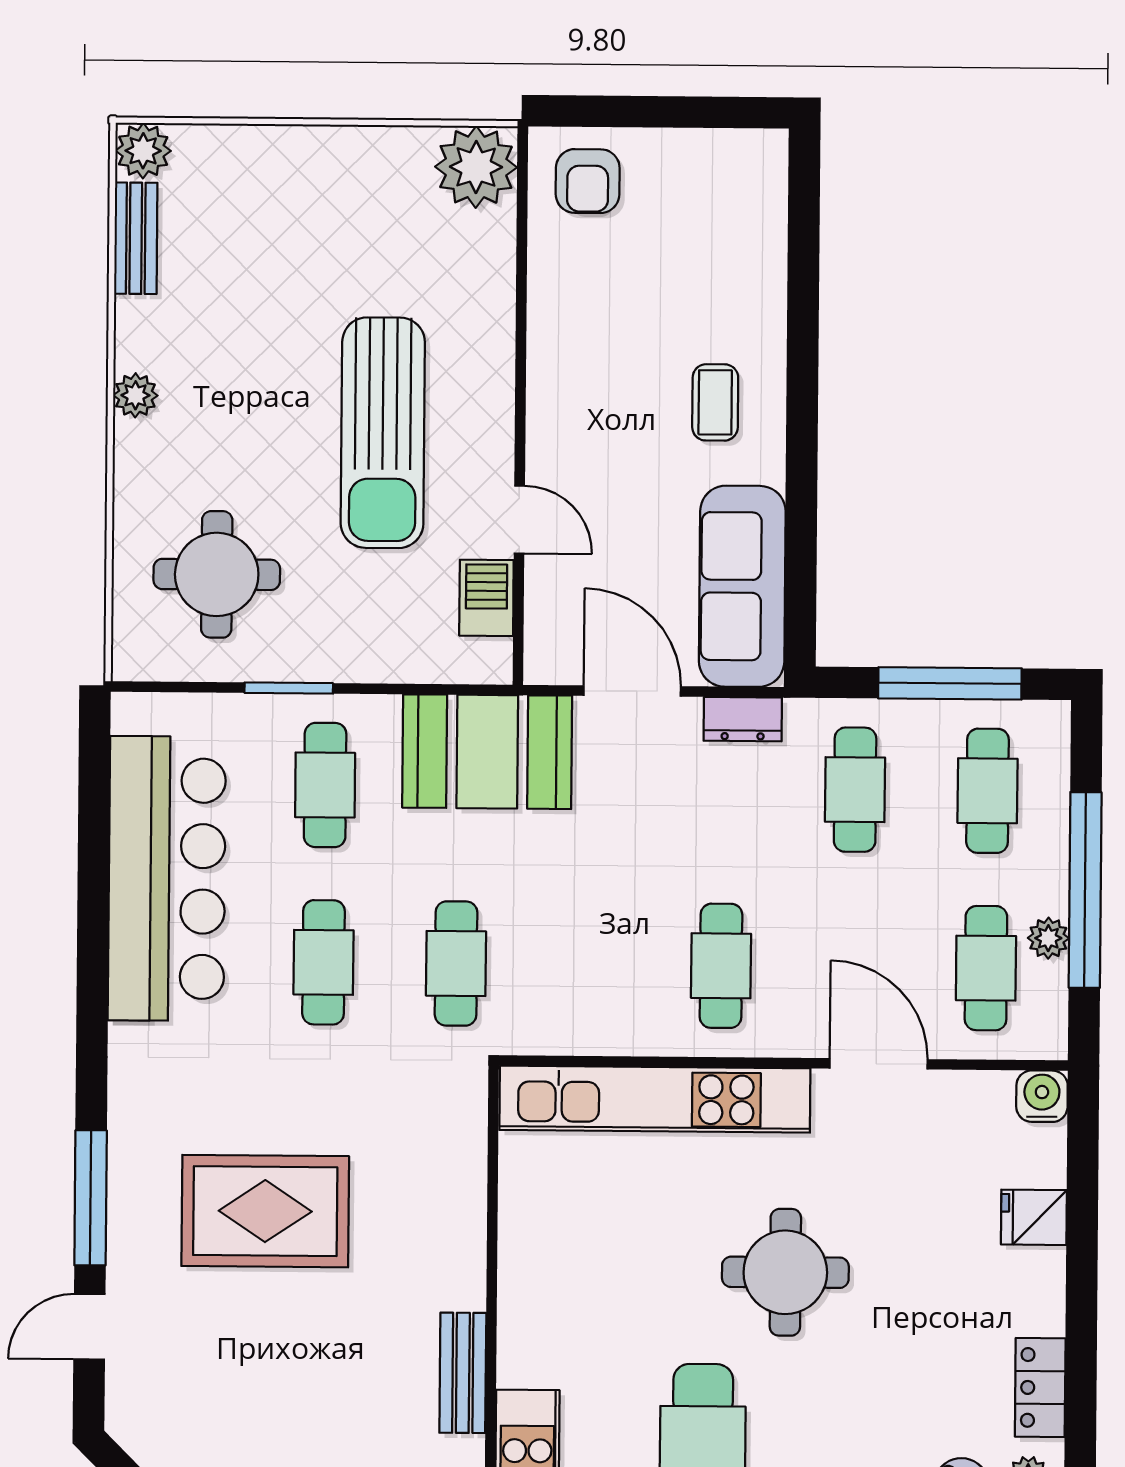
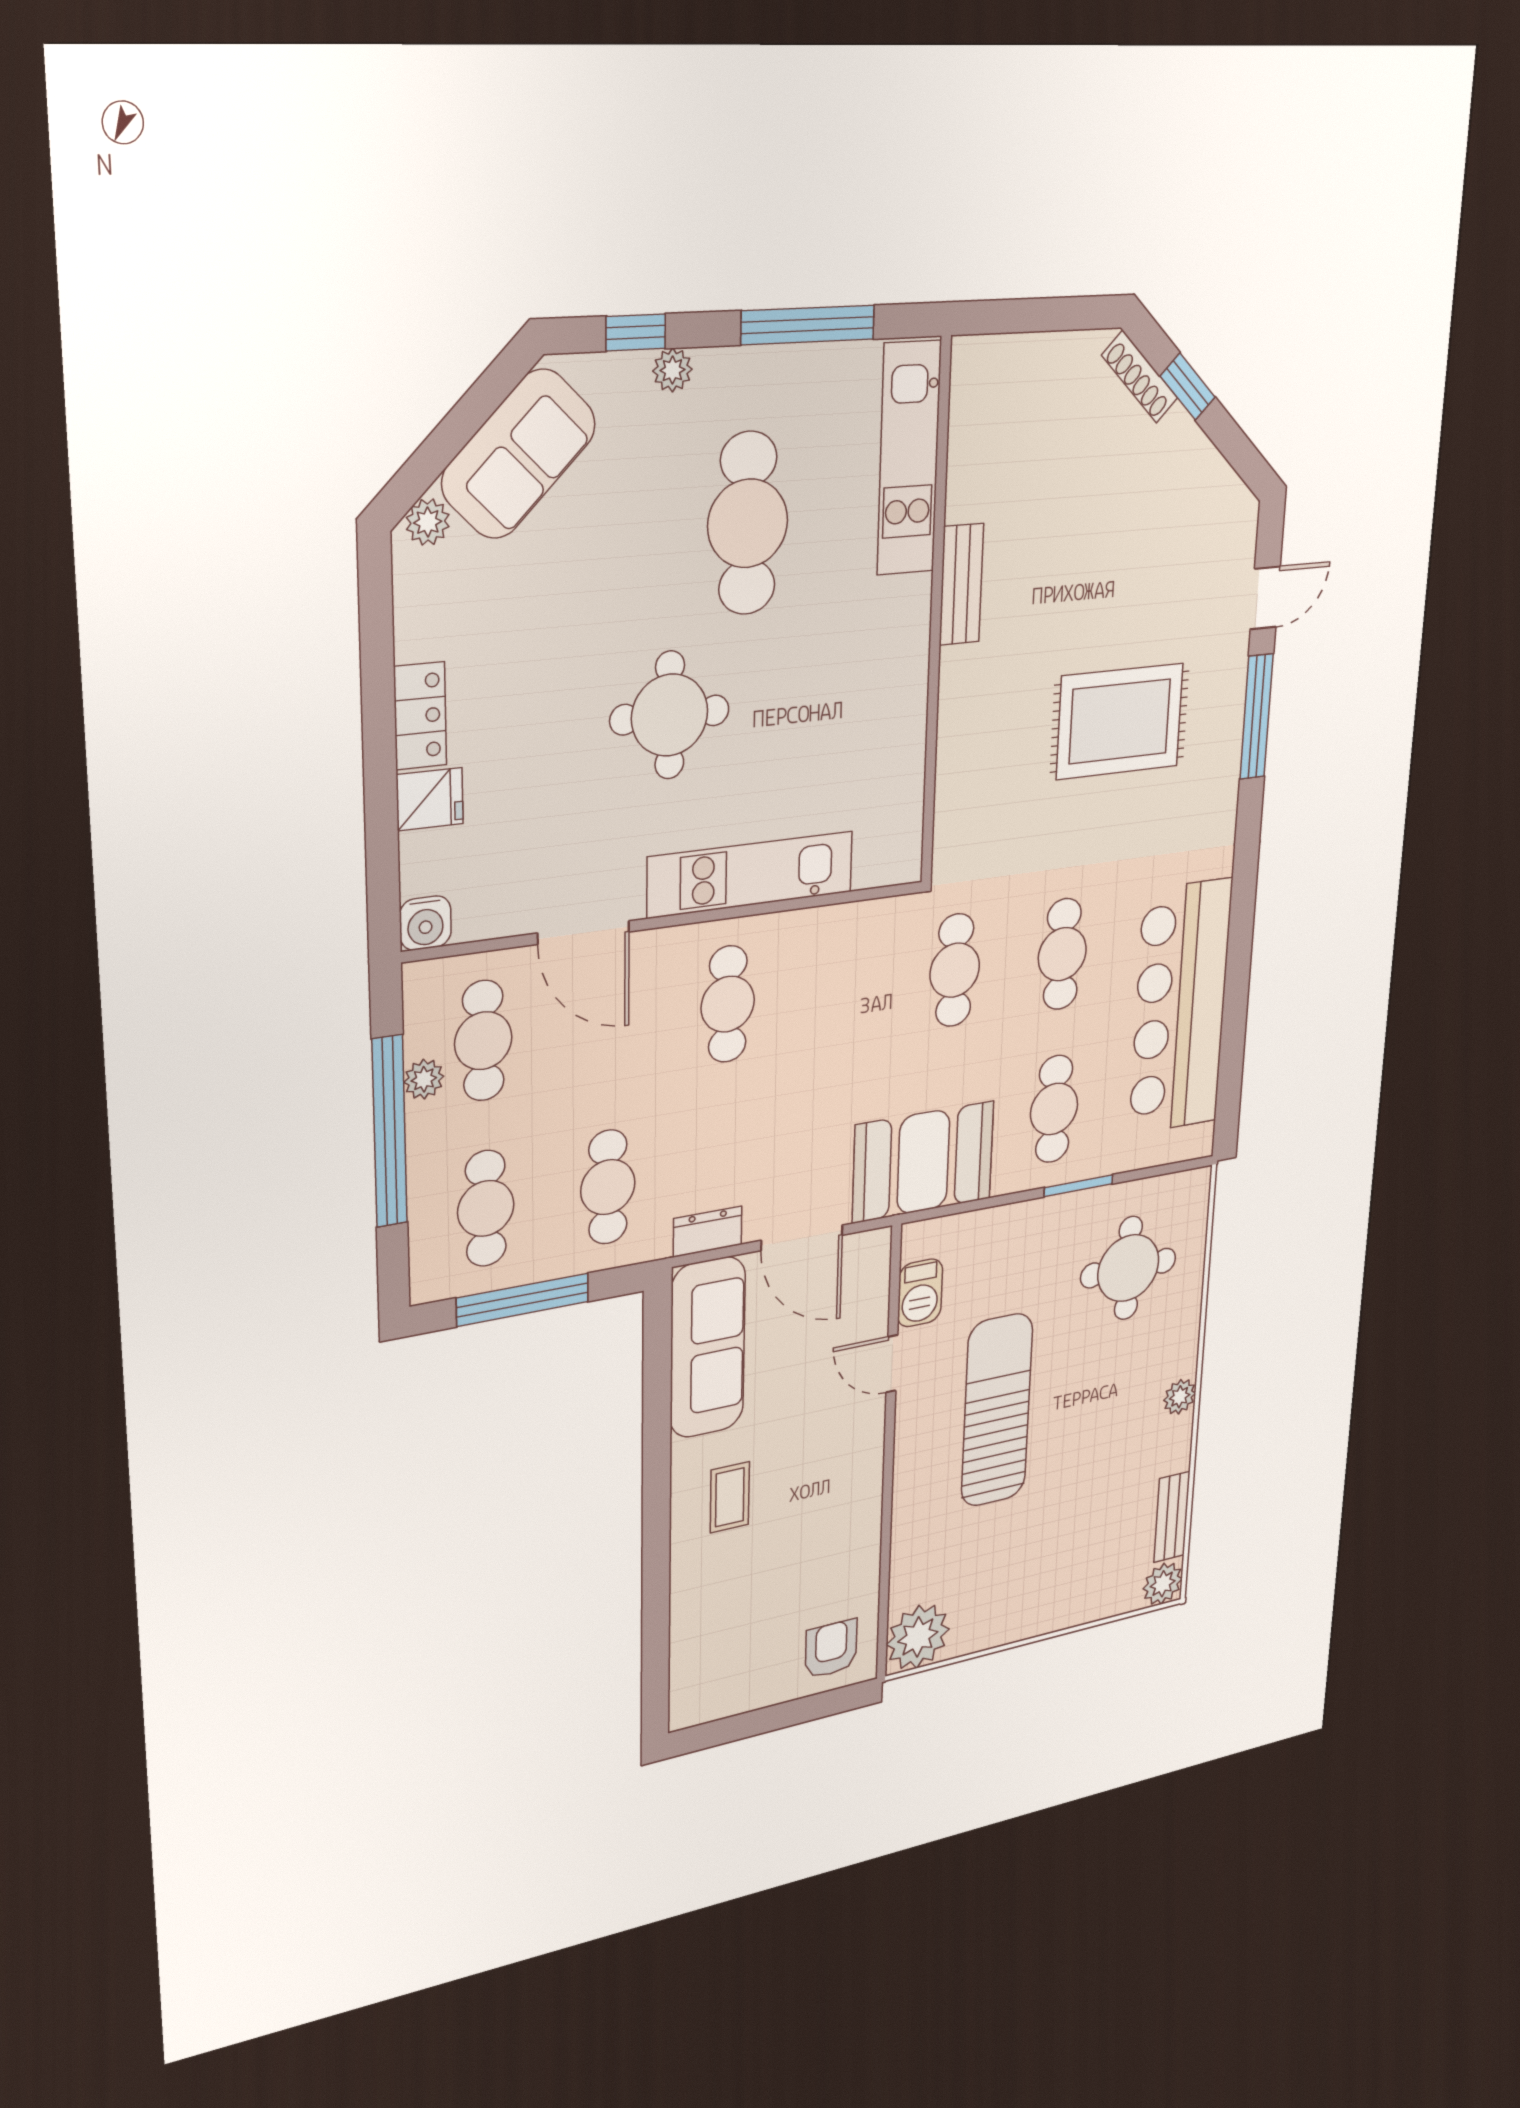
kitchen unit: (655, 1099) -> (751, 874), width x0.73
locker: (1040, 1388) -> (420, 716), moved

